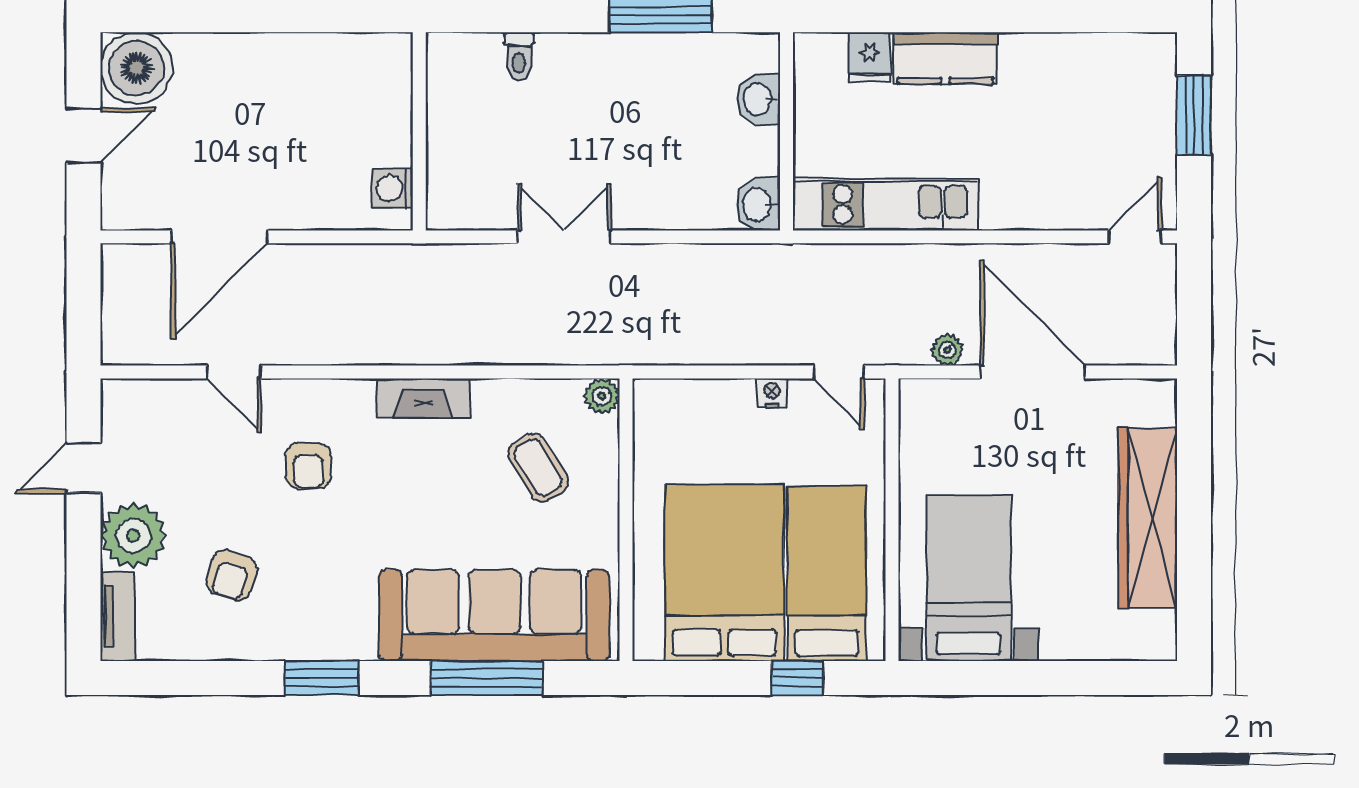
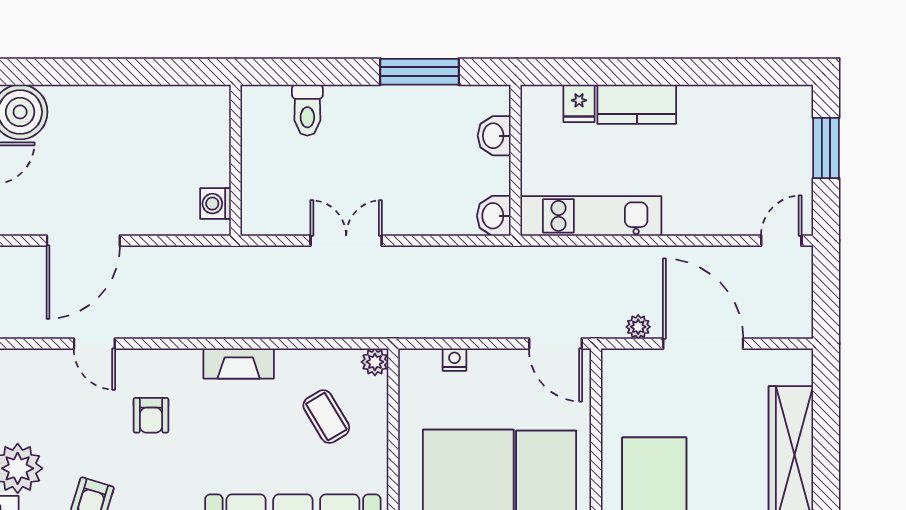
toilet: (519, 56) -> (307, 110), width x1.37, depth x1.39
door: (839, 372) -> (555, 344), width x1.38
nightstand: (772, 393) -> (454, 360), moved

